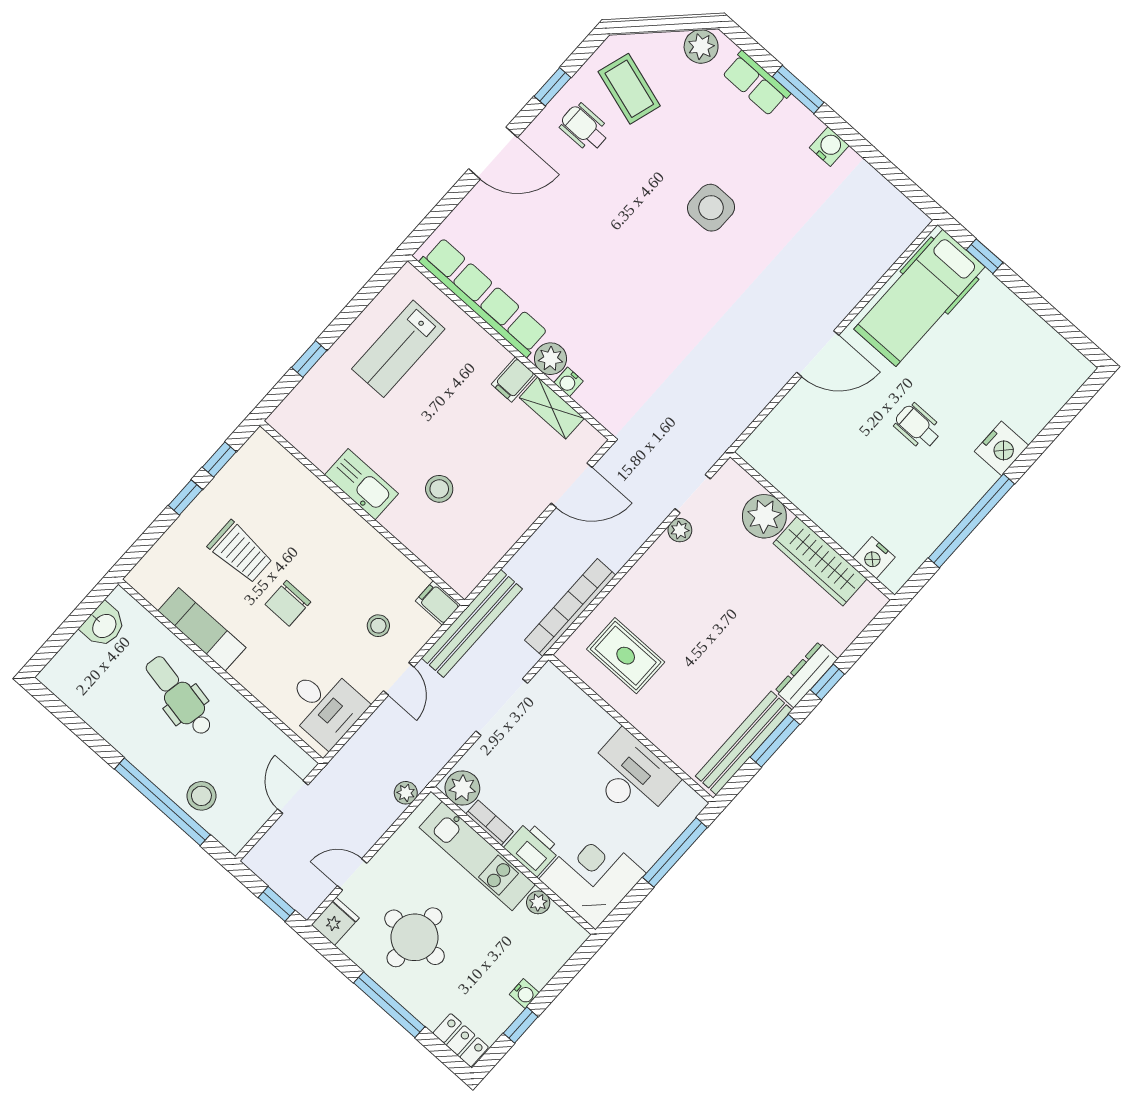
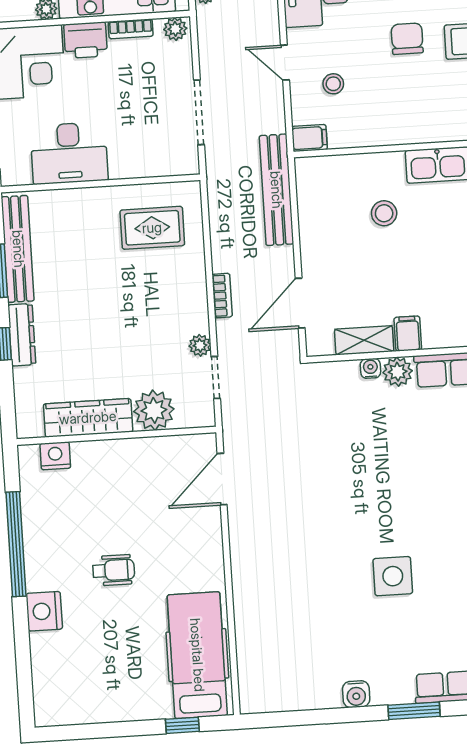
door: (818, 354) -> (222, 479), moved
bookcase: (570, 608) -> (222, 296), moved, width x0.43, depth x0.76
bench: (472, 623) -> (276, 190), moved
plant: (462, 788) -> (175, 29), width x0.73, depth x0.73

